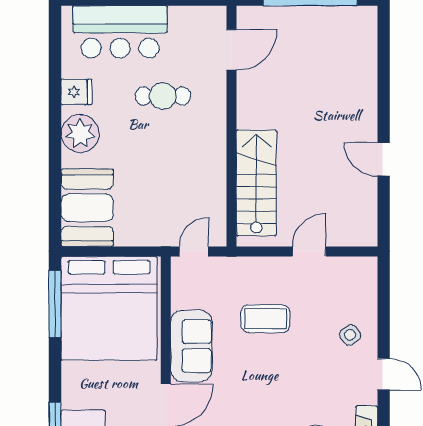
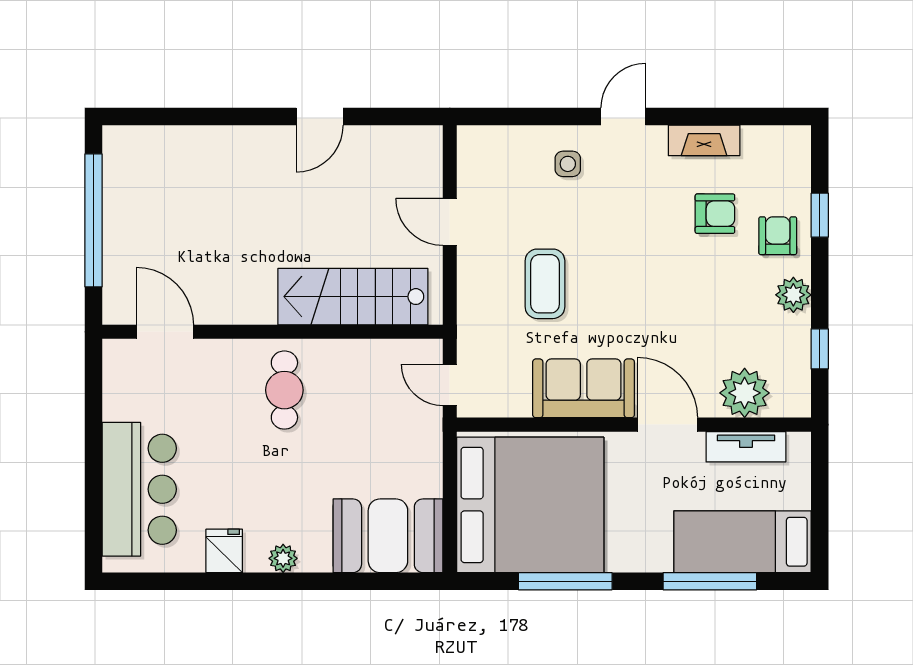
cafe table: (163, 96) -> (284, 390), moved
plant: (80, 134) -> (283, 558), width x0.53, depth x0.53
window: (55, 304) -> (565, 581), moved
side table: (350, 335) -> (568, 164), turned 37

